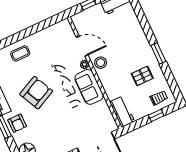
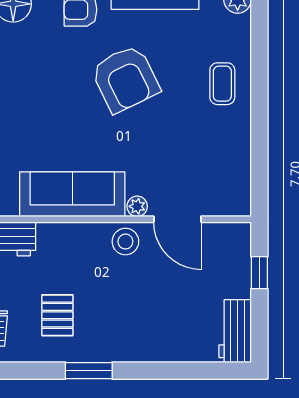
door: (82, 46) -> (177, 219), hinge flipped
sofa: (89, 87) -> (72, 194), width x1.36

